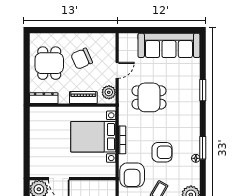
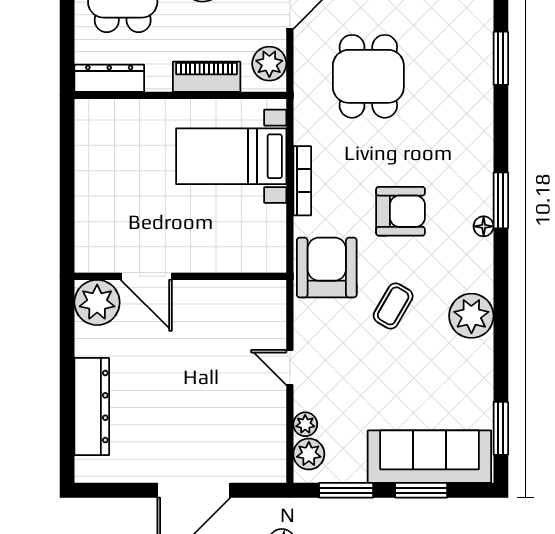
dining table: (149, 97) -> (368, 76), turned 90
bed with nightstands: (93, 137) -> (231, 156), width x0.73
armchair: (132, 175) -> (327, 267), turned 180

